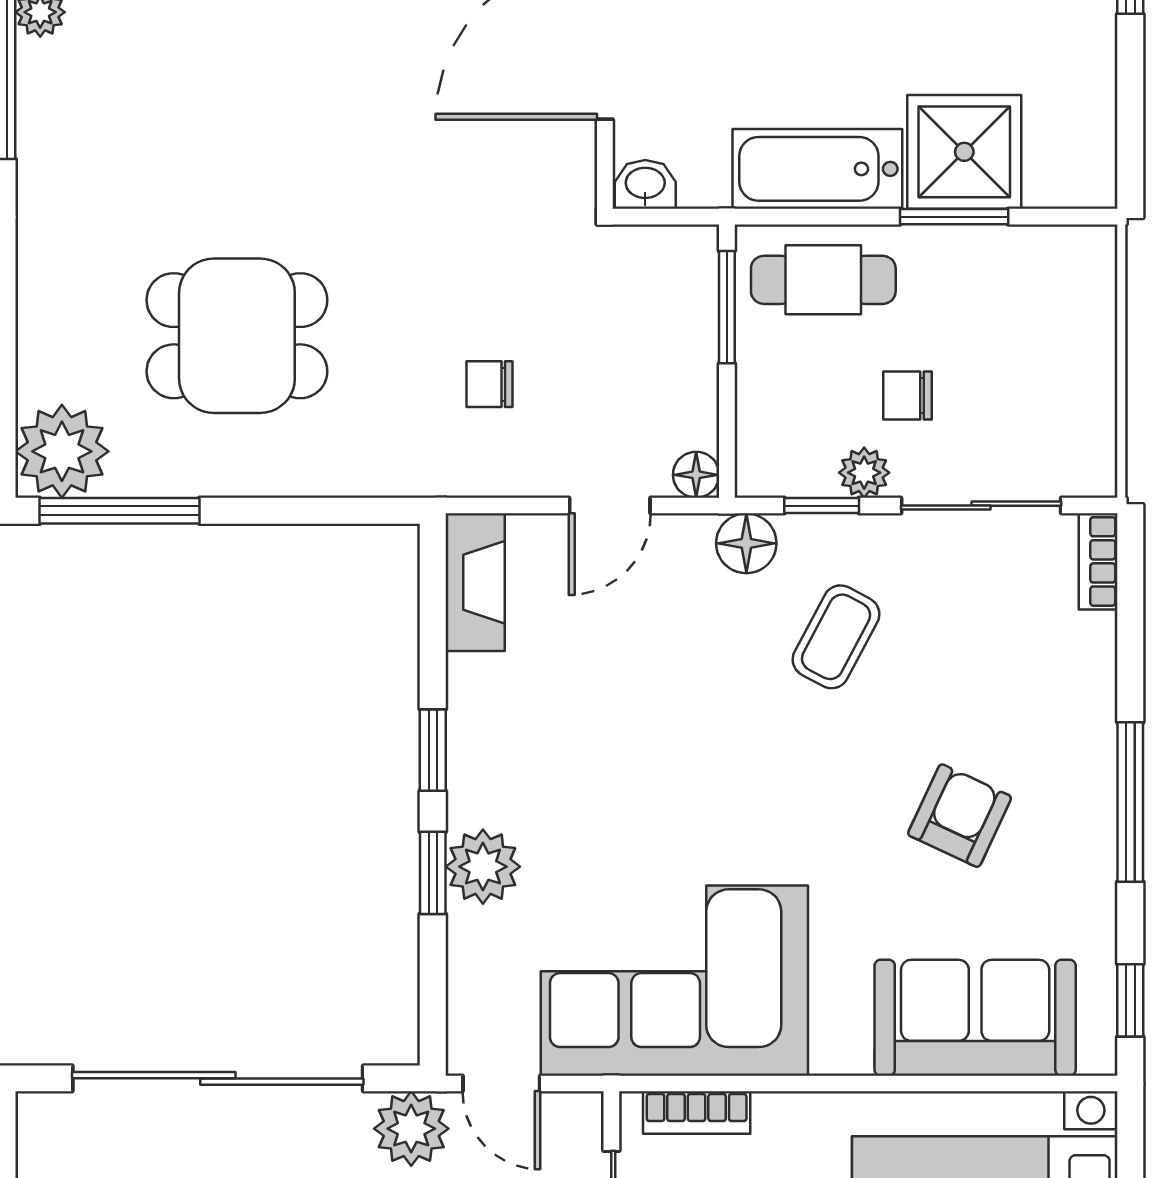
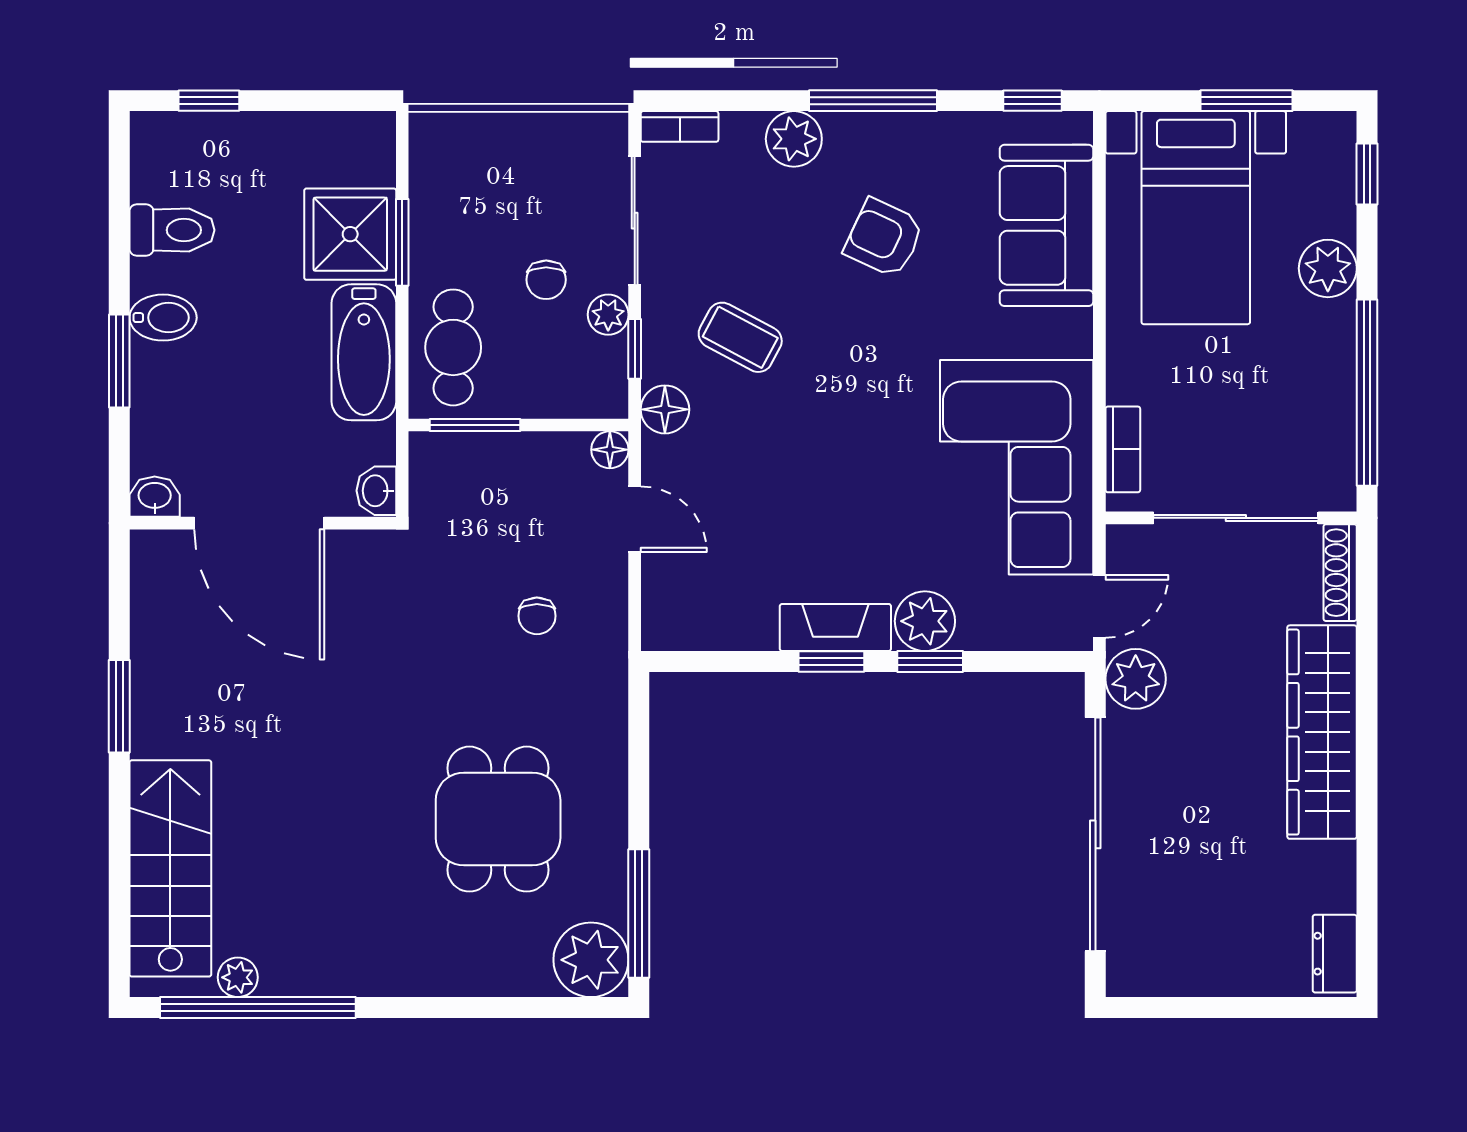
fireplace: (475, 582) -> (835, 628), moved
plant: (1083, 704) -> (794, 139), added

